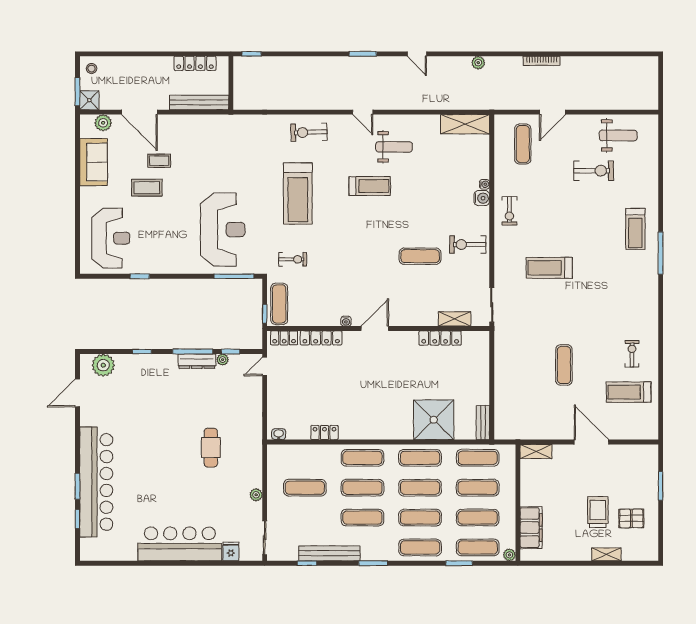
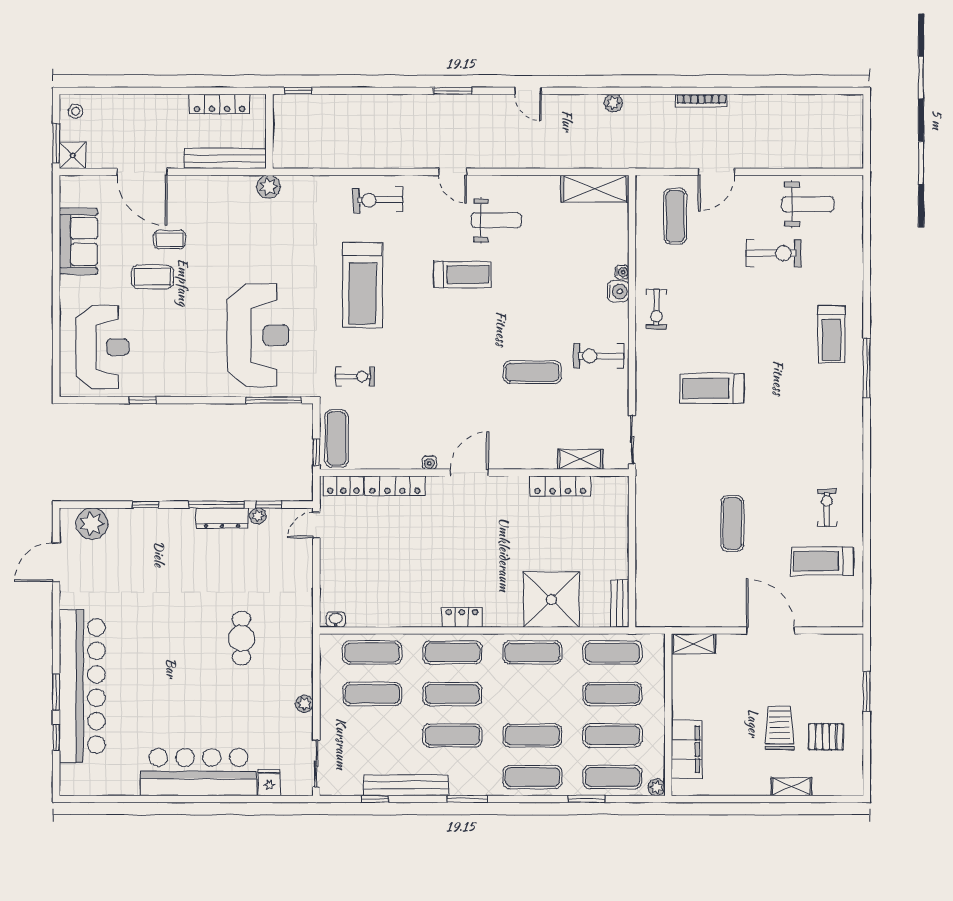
plant: (103, 123) -> (268, 187), moved
locker: (324, 433) -> (462, 617), moved
exercise mat: (420, 488) -> (372, 652), moved

